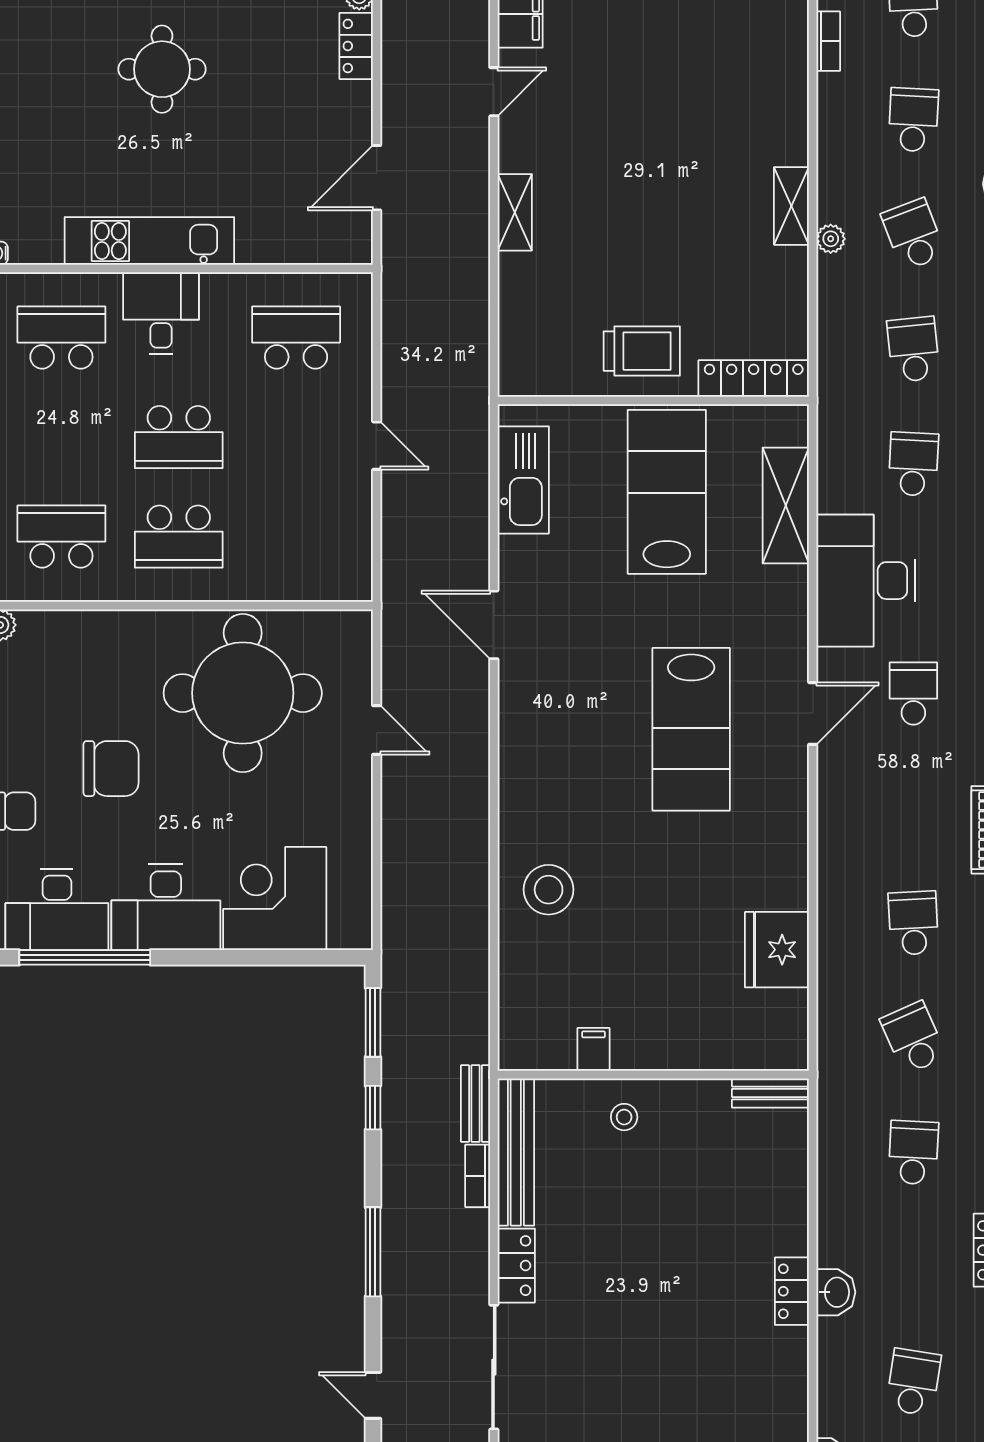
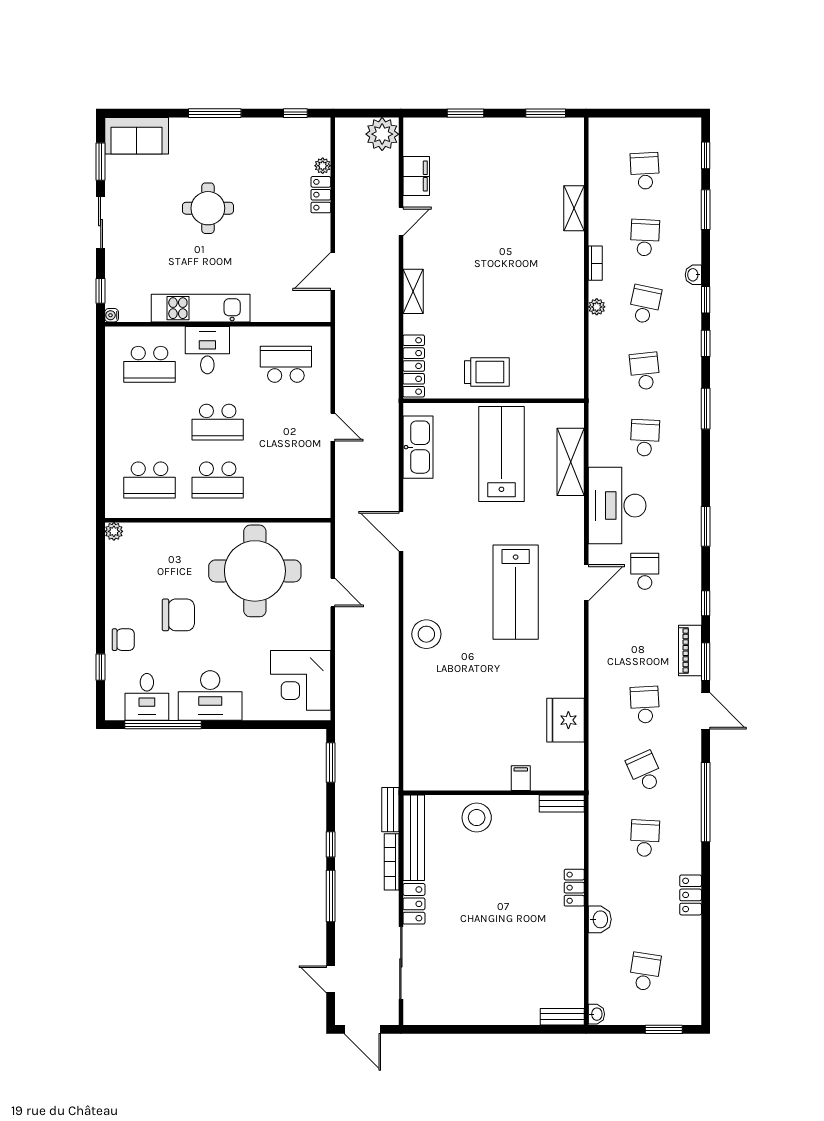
bookcase: (828, 41) -> (595, 263), moved
shelving: (791, 206) -> (574, 208), moved
school desk: (913, 235) -> (645, 304), turned 33
school desk: (61, 338) -> (149, 364), turned 180
locker: (754, 378) -> (414, 366), moved, turned 90
school desk: (61, 537) -> (149, 480), turned 180
stool: (549, 890) -> (426, 634), moved
corner desk: (275, 898) -> (301, 680), moved, turned -90
desk: (57, 910) -> (147, 697), width x0.73
filing cabinet: (594, 1049) -> (521, 778), moved
window: (373, 1108) -> (331, 844), moved
stool: (624, 1117) -> (477, 818), width x1.89, depth x1.89
bookcase: (478, 1176) -> (392, 862), width x1.56
locker: (792, 1291) -> (574, 888), moved

